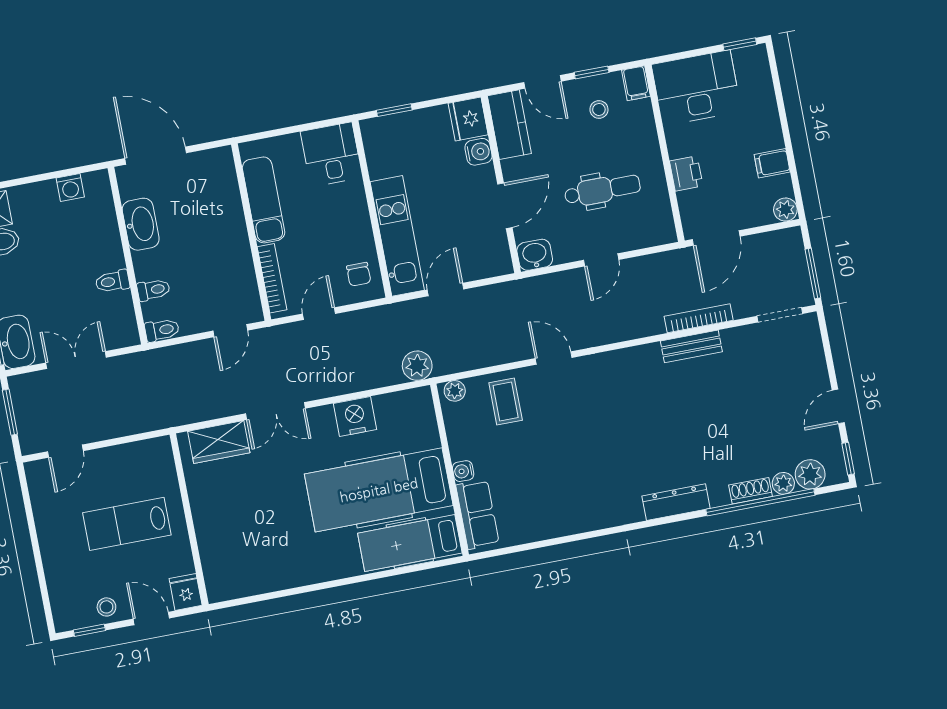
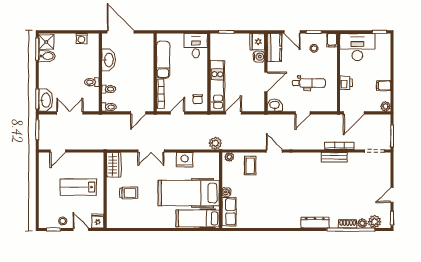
wardrobe: (219, 442) -> (114, 165), moved, turned -90
trolley: (243, 515) -> (129, 193), added

